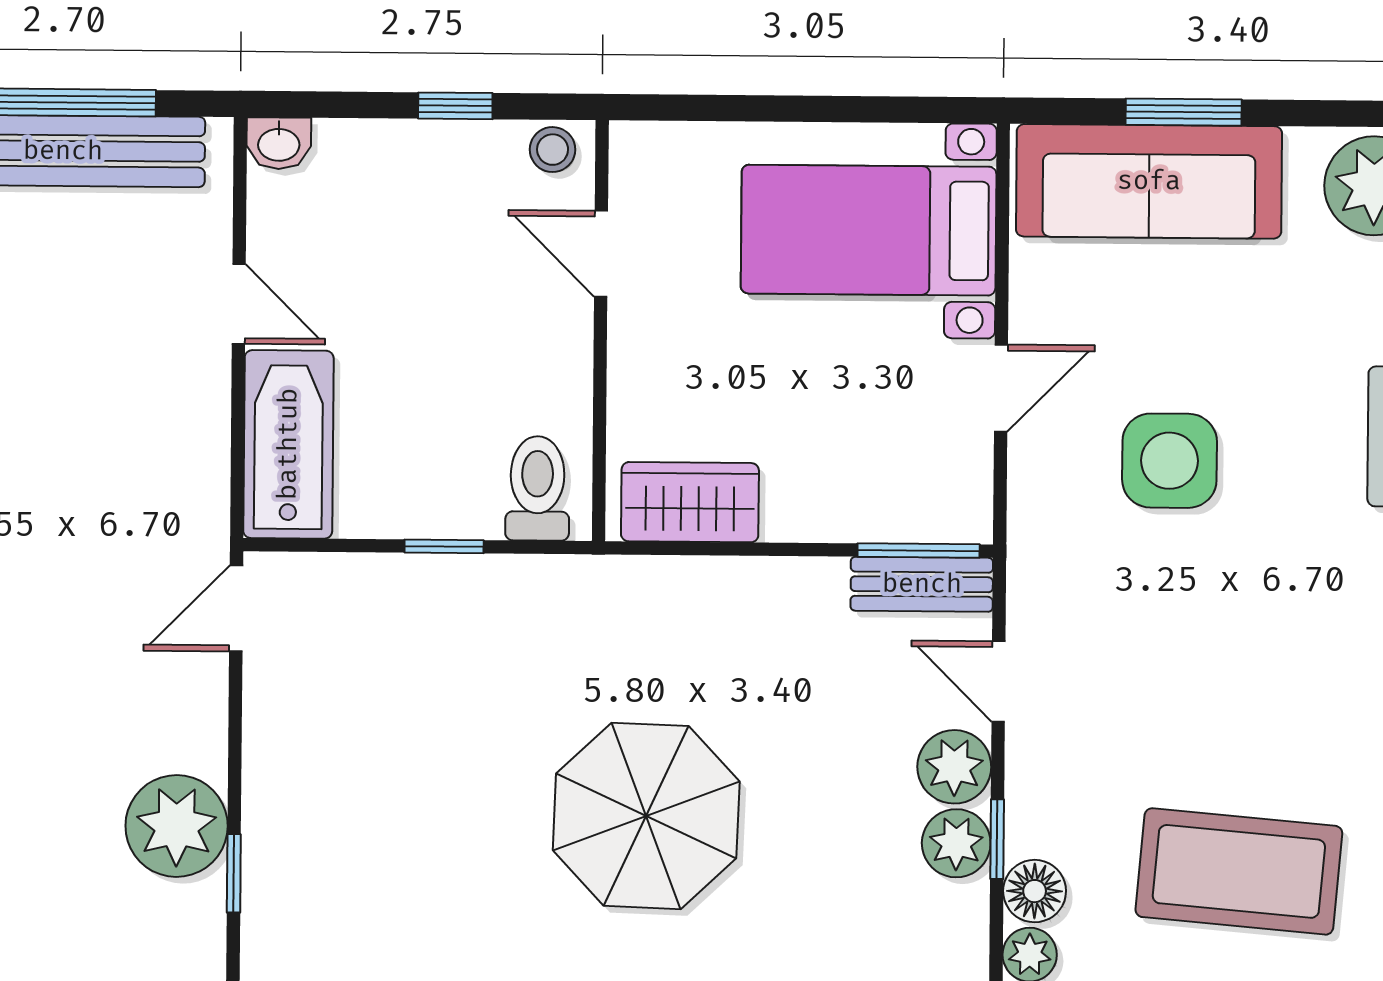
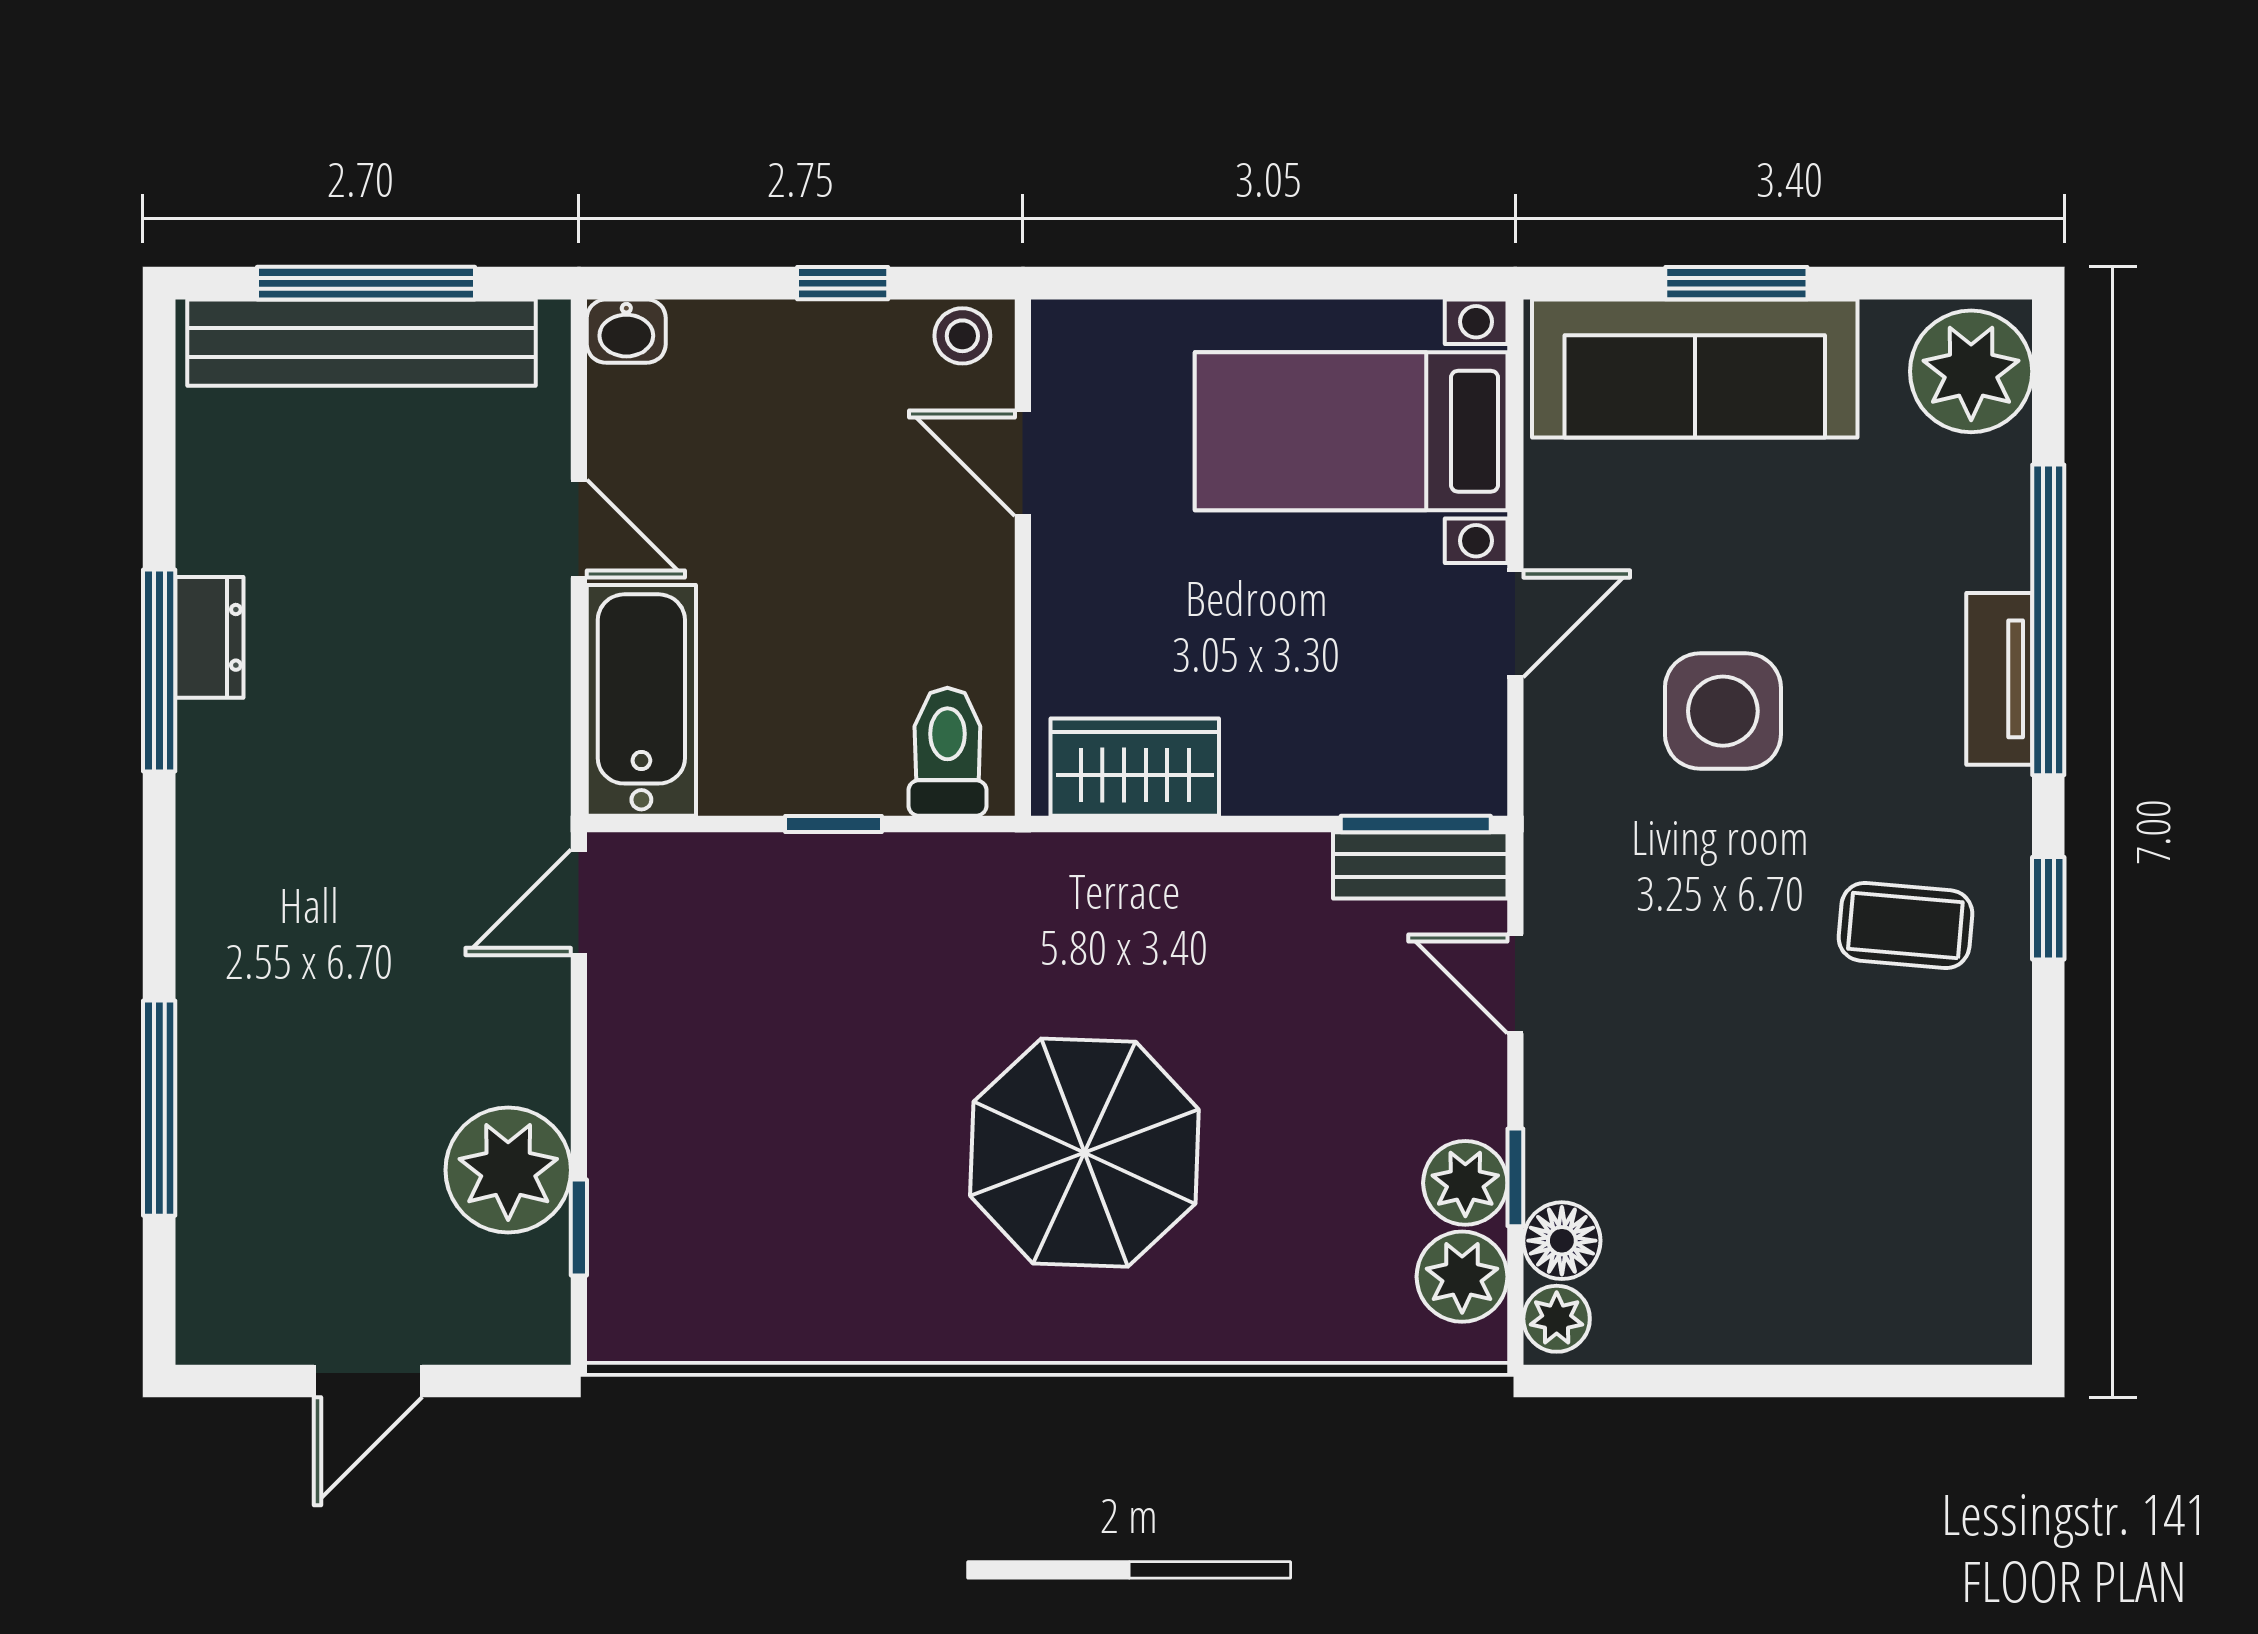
plant: (954, 767) -> (1462, 1277), moved
coffee table: (1239, 871) -> (1905, 926), moved, width x0.54, depth x0.58

